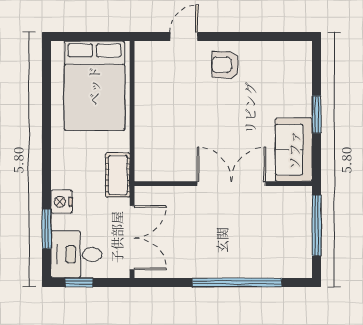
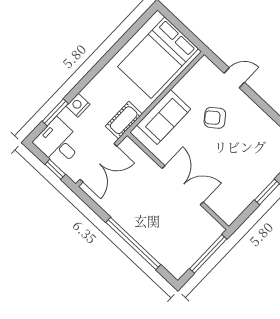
armchair: (225, 65) -> (215, 118), moved, turned -38
sofa: (294, 150) -> (164, 117), moved, turned 180
window: (79, 282) -> (55, 169), moved

